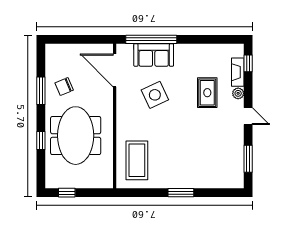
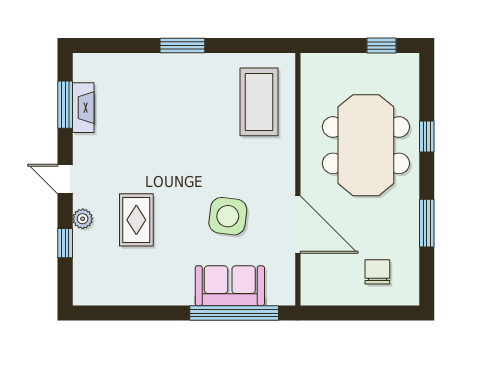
window: (248, 63) -> (65, 243), moved
door: (115, 70) -> (298, 225), moved
fireplace: (238, 72) -> (83, 108), moved
chair: (64, 87) -> (377, 272), moved, turned -67
side table: (155, 95) -> (228, 216), turned 32

